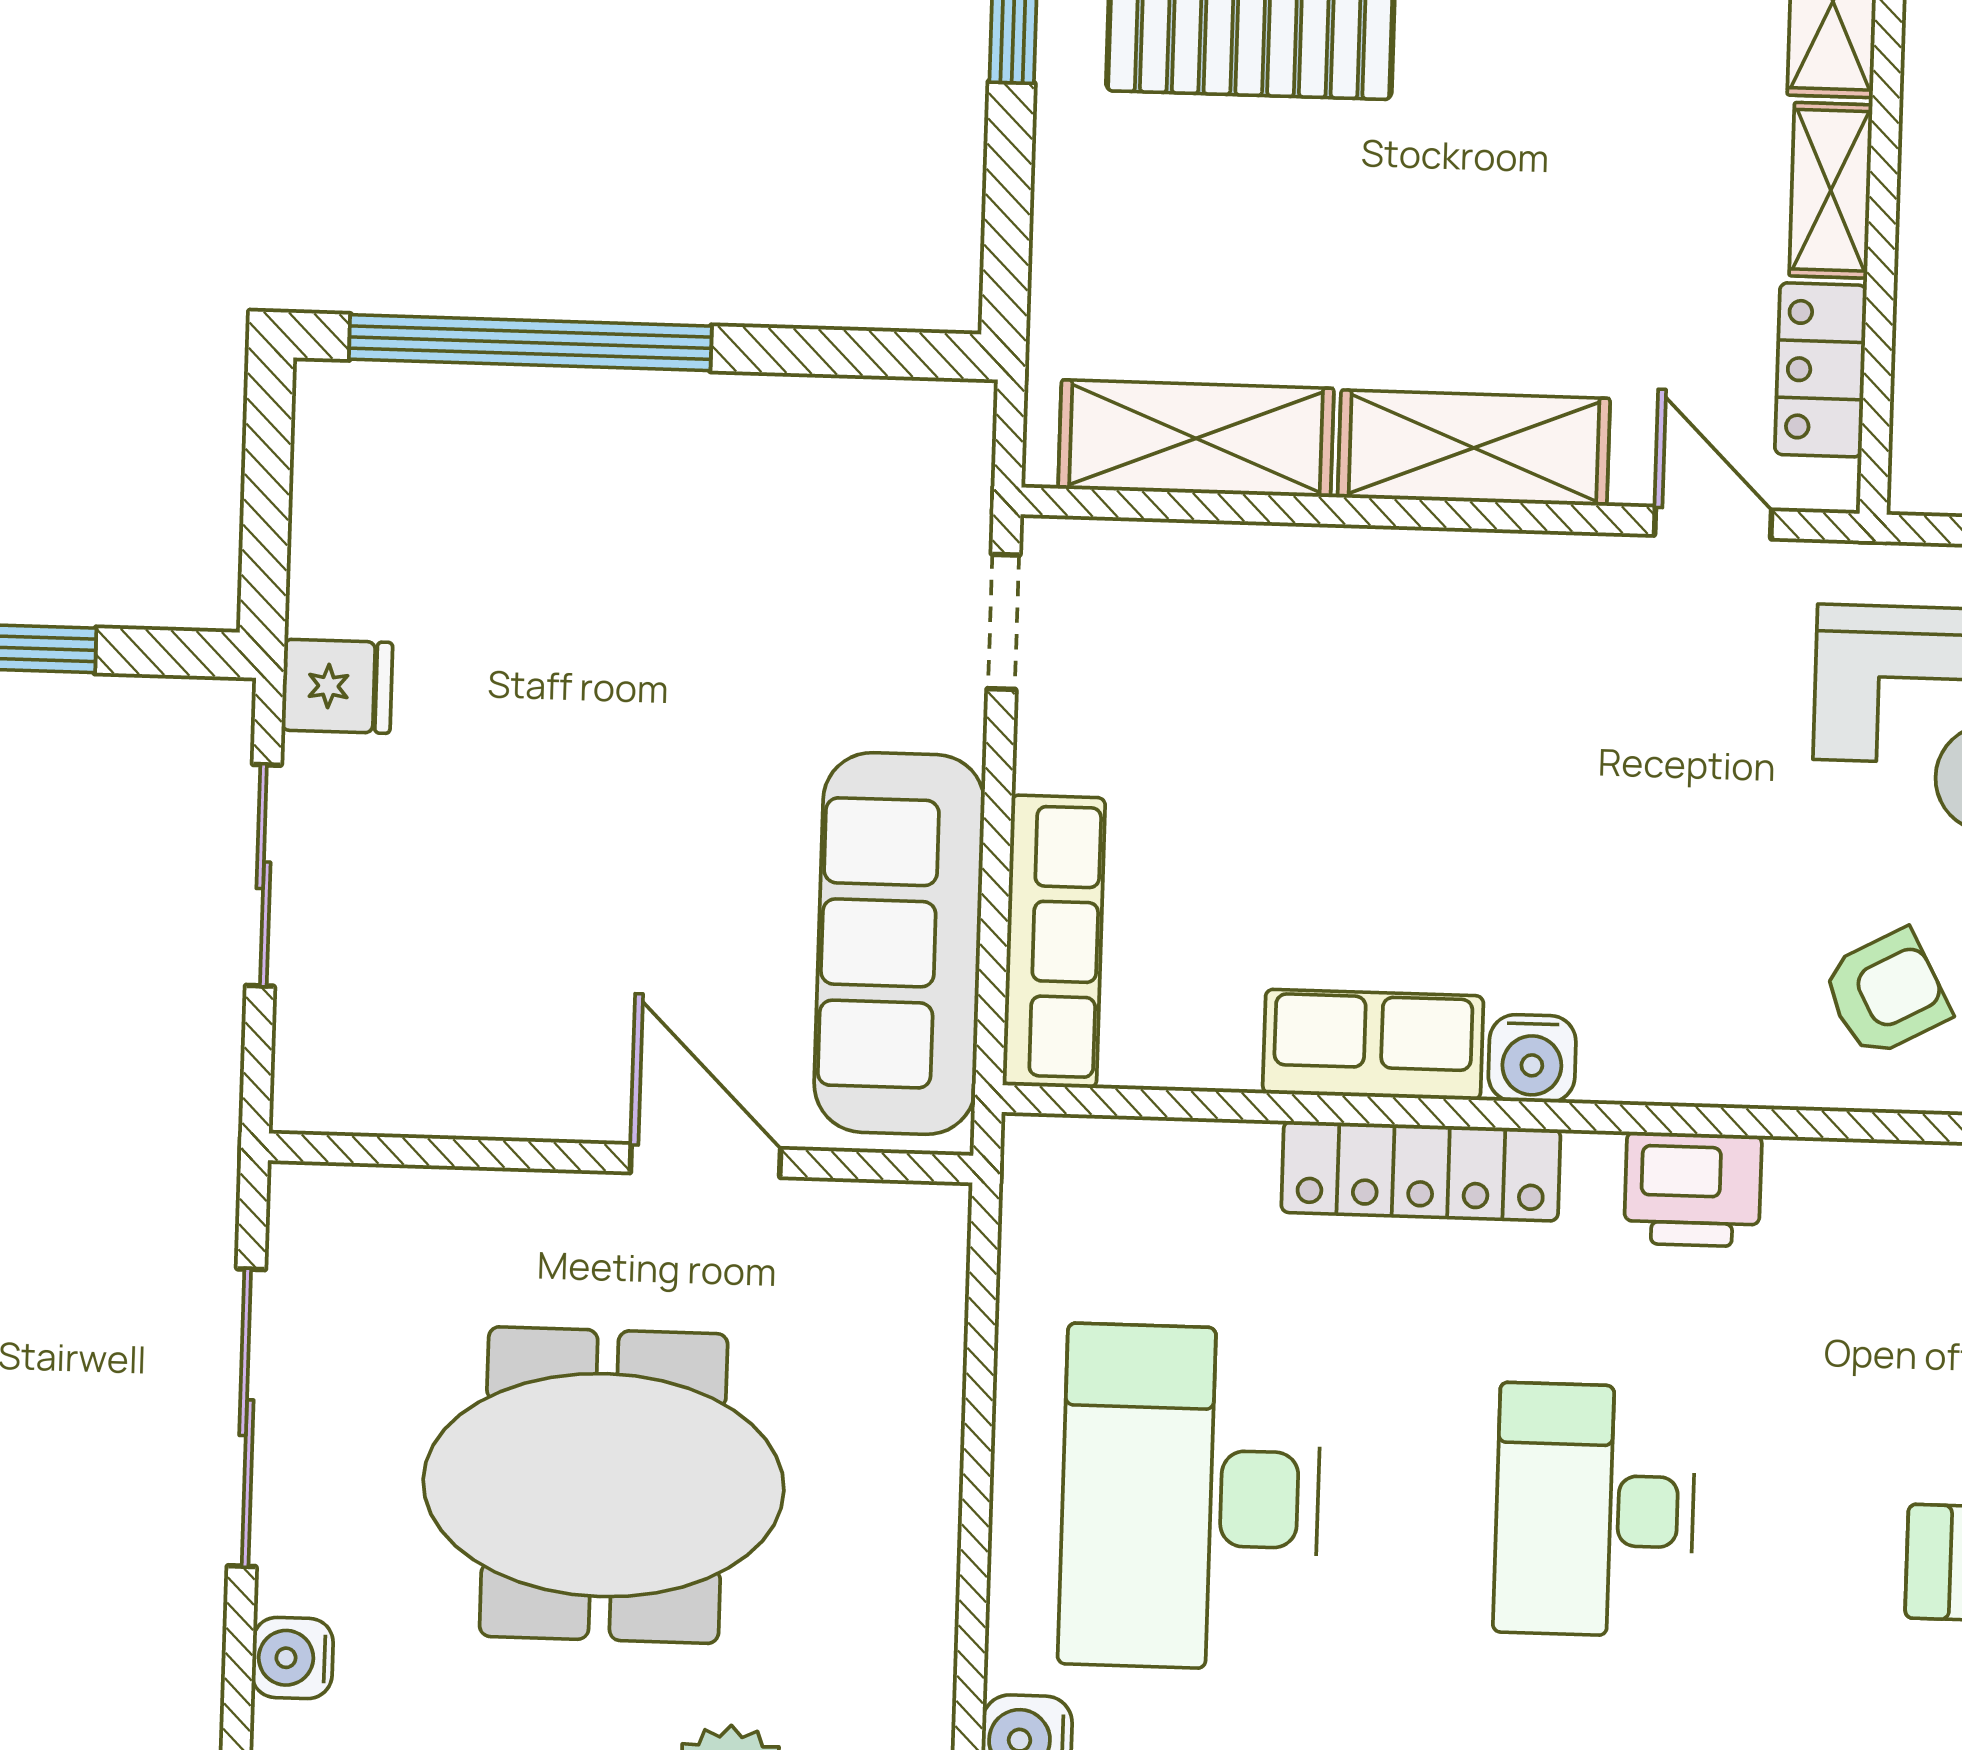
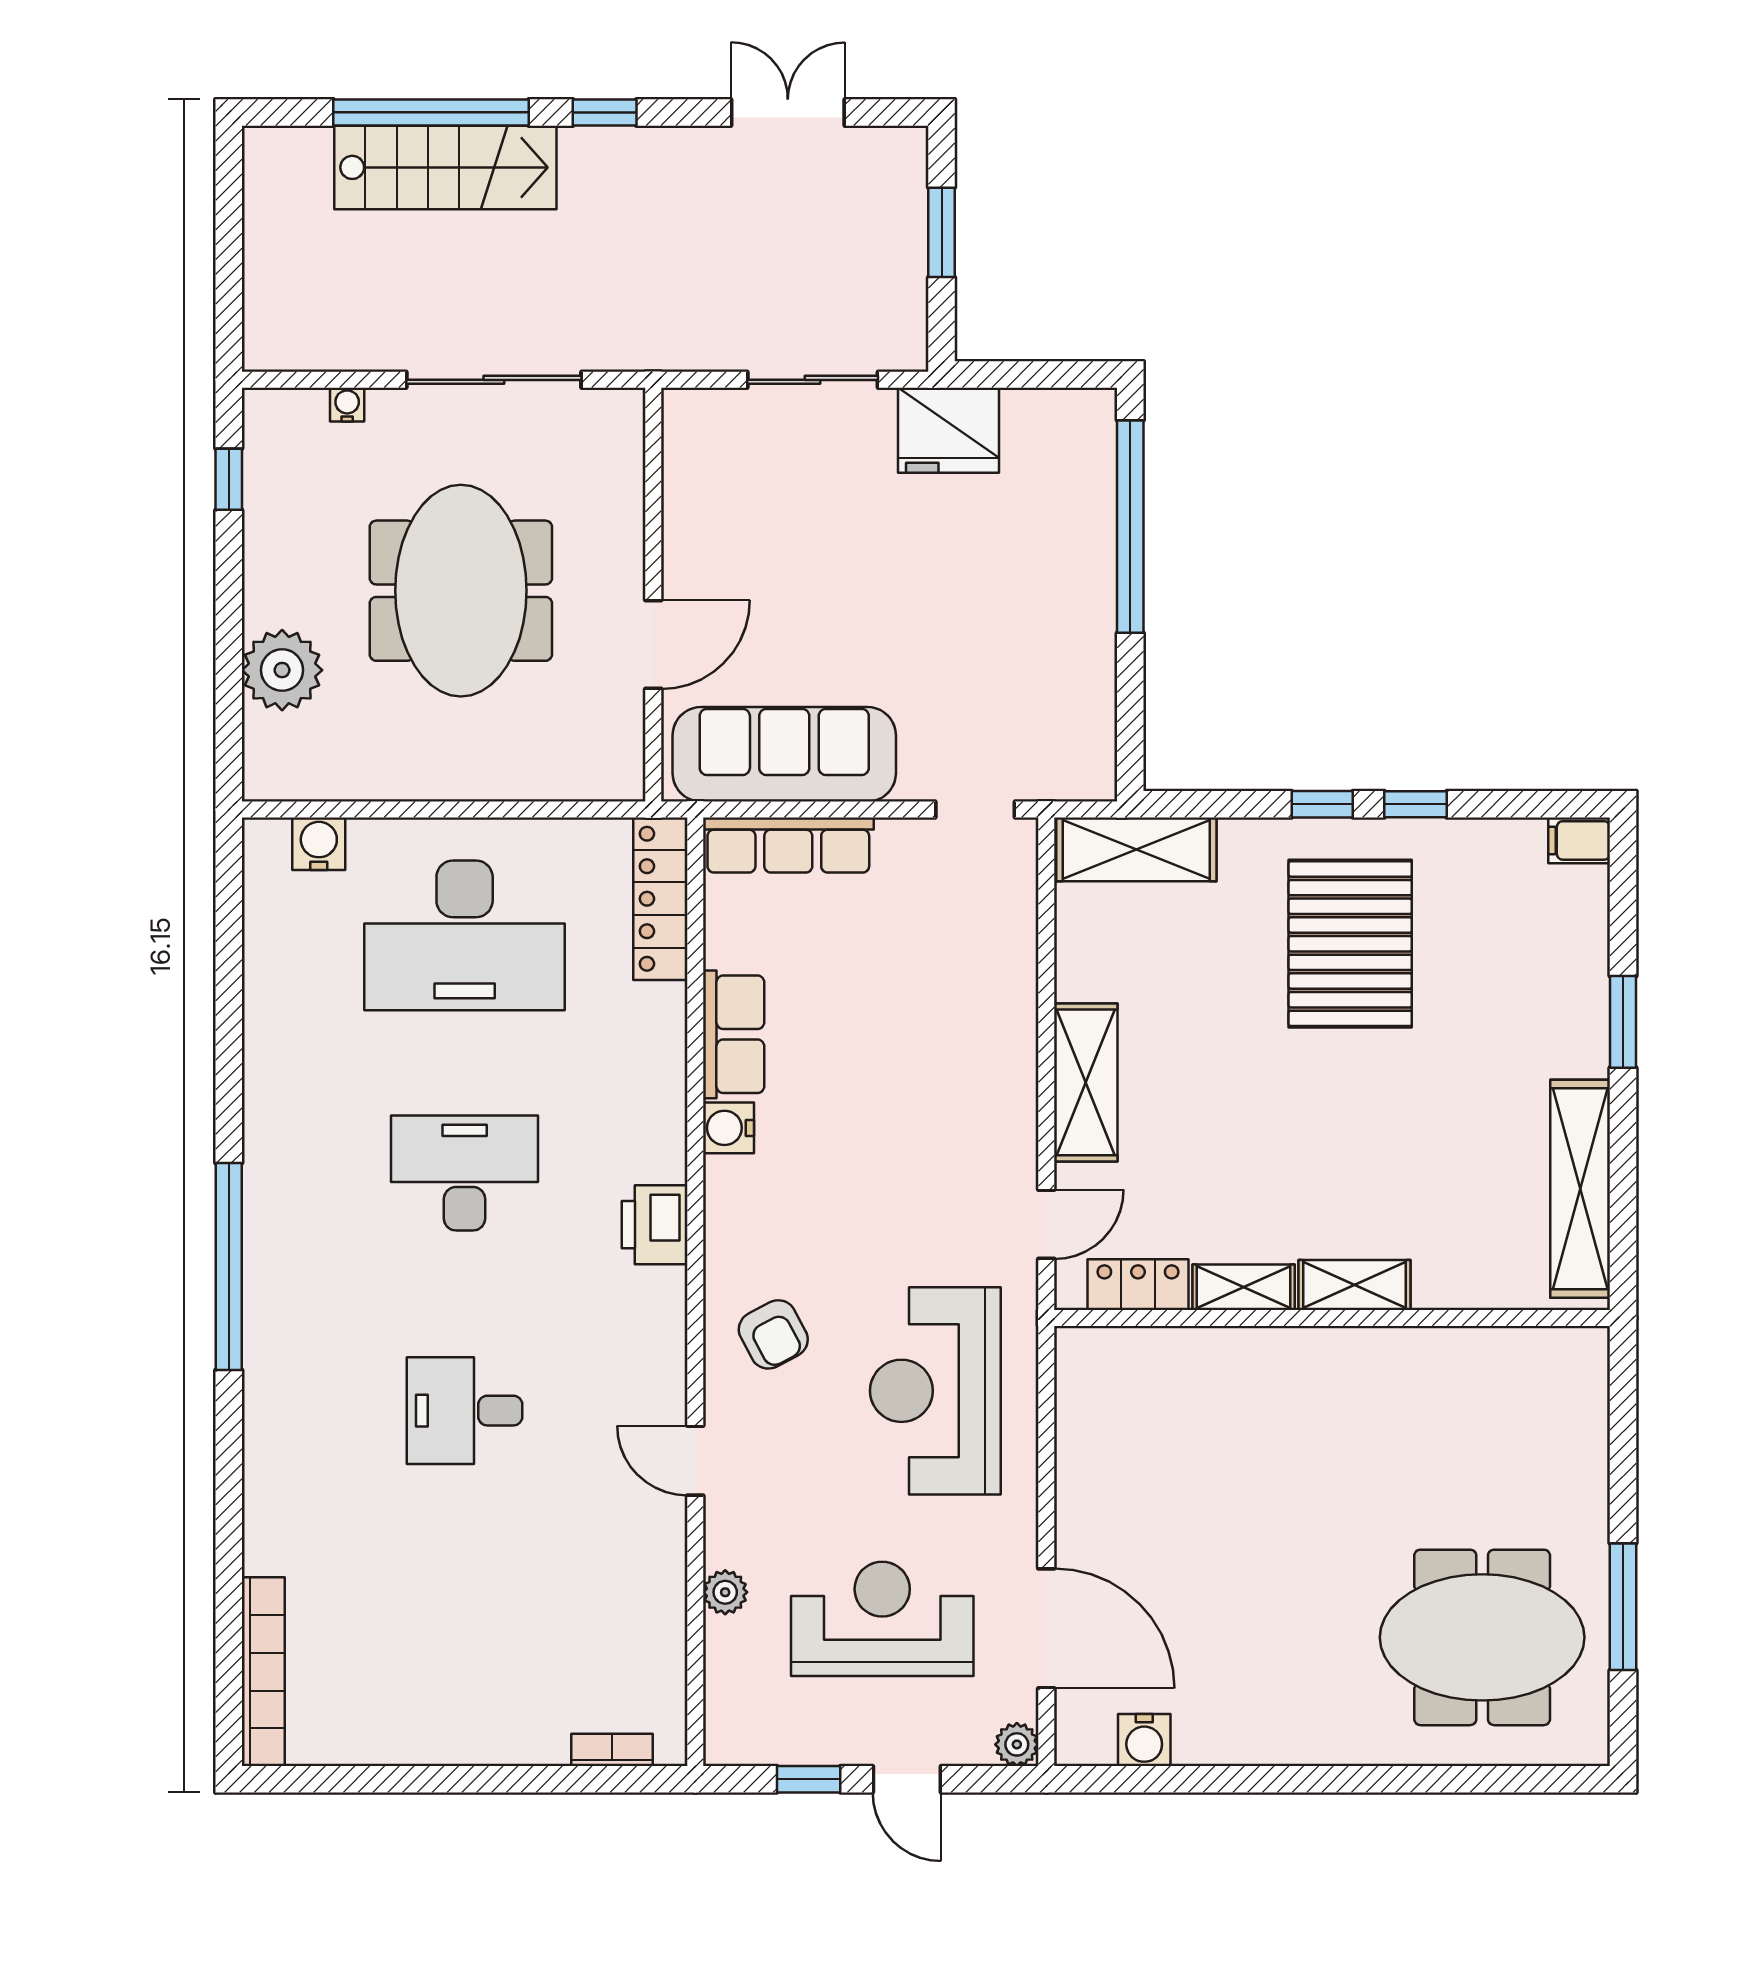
shelving: (1196, 438) -> (1136, 849), moved, turned 90
fridge: (337, 686) -> (949, 430), width x1.88, depth x1.34
locker: (1421, 1171) -> (660, 899), moved
desk: (1190, 1497) -> (465, 935), turned 180
water cooler: (292, 1658) -> (347, 405), width x0.72, depth x0.72

